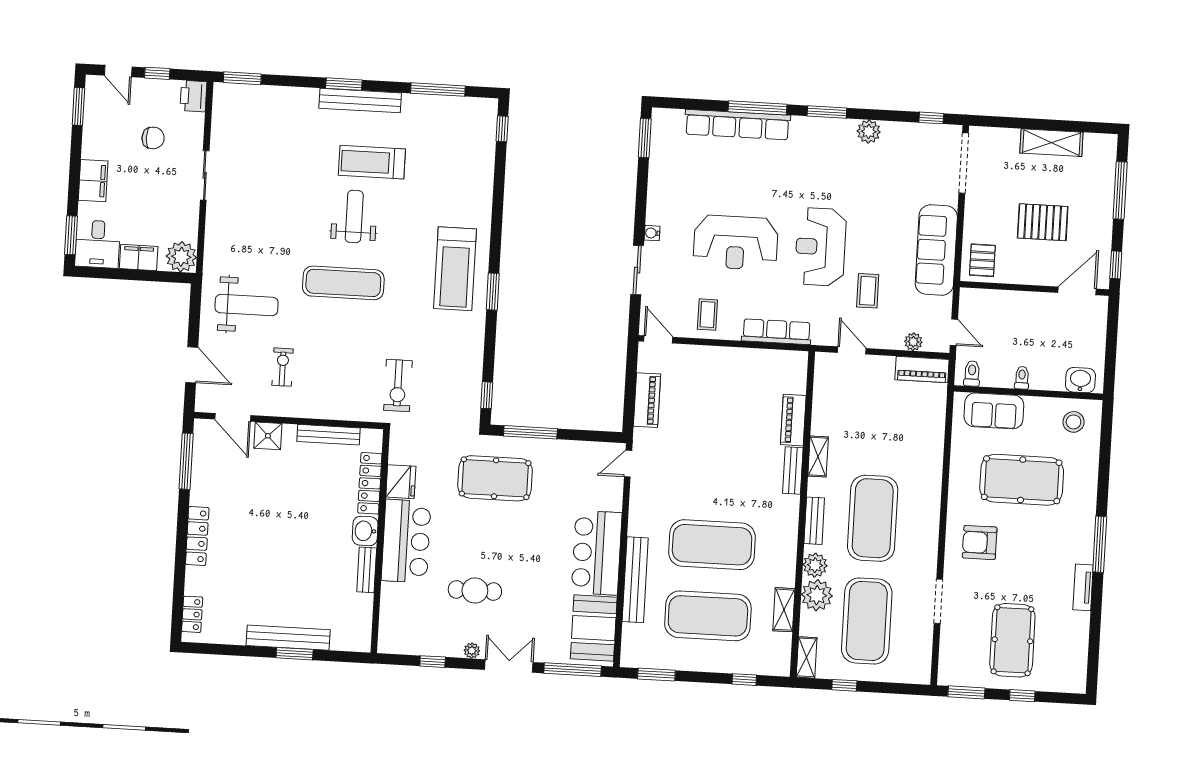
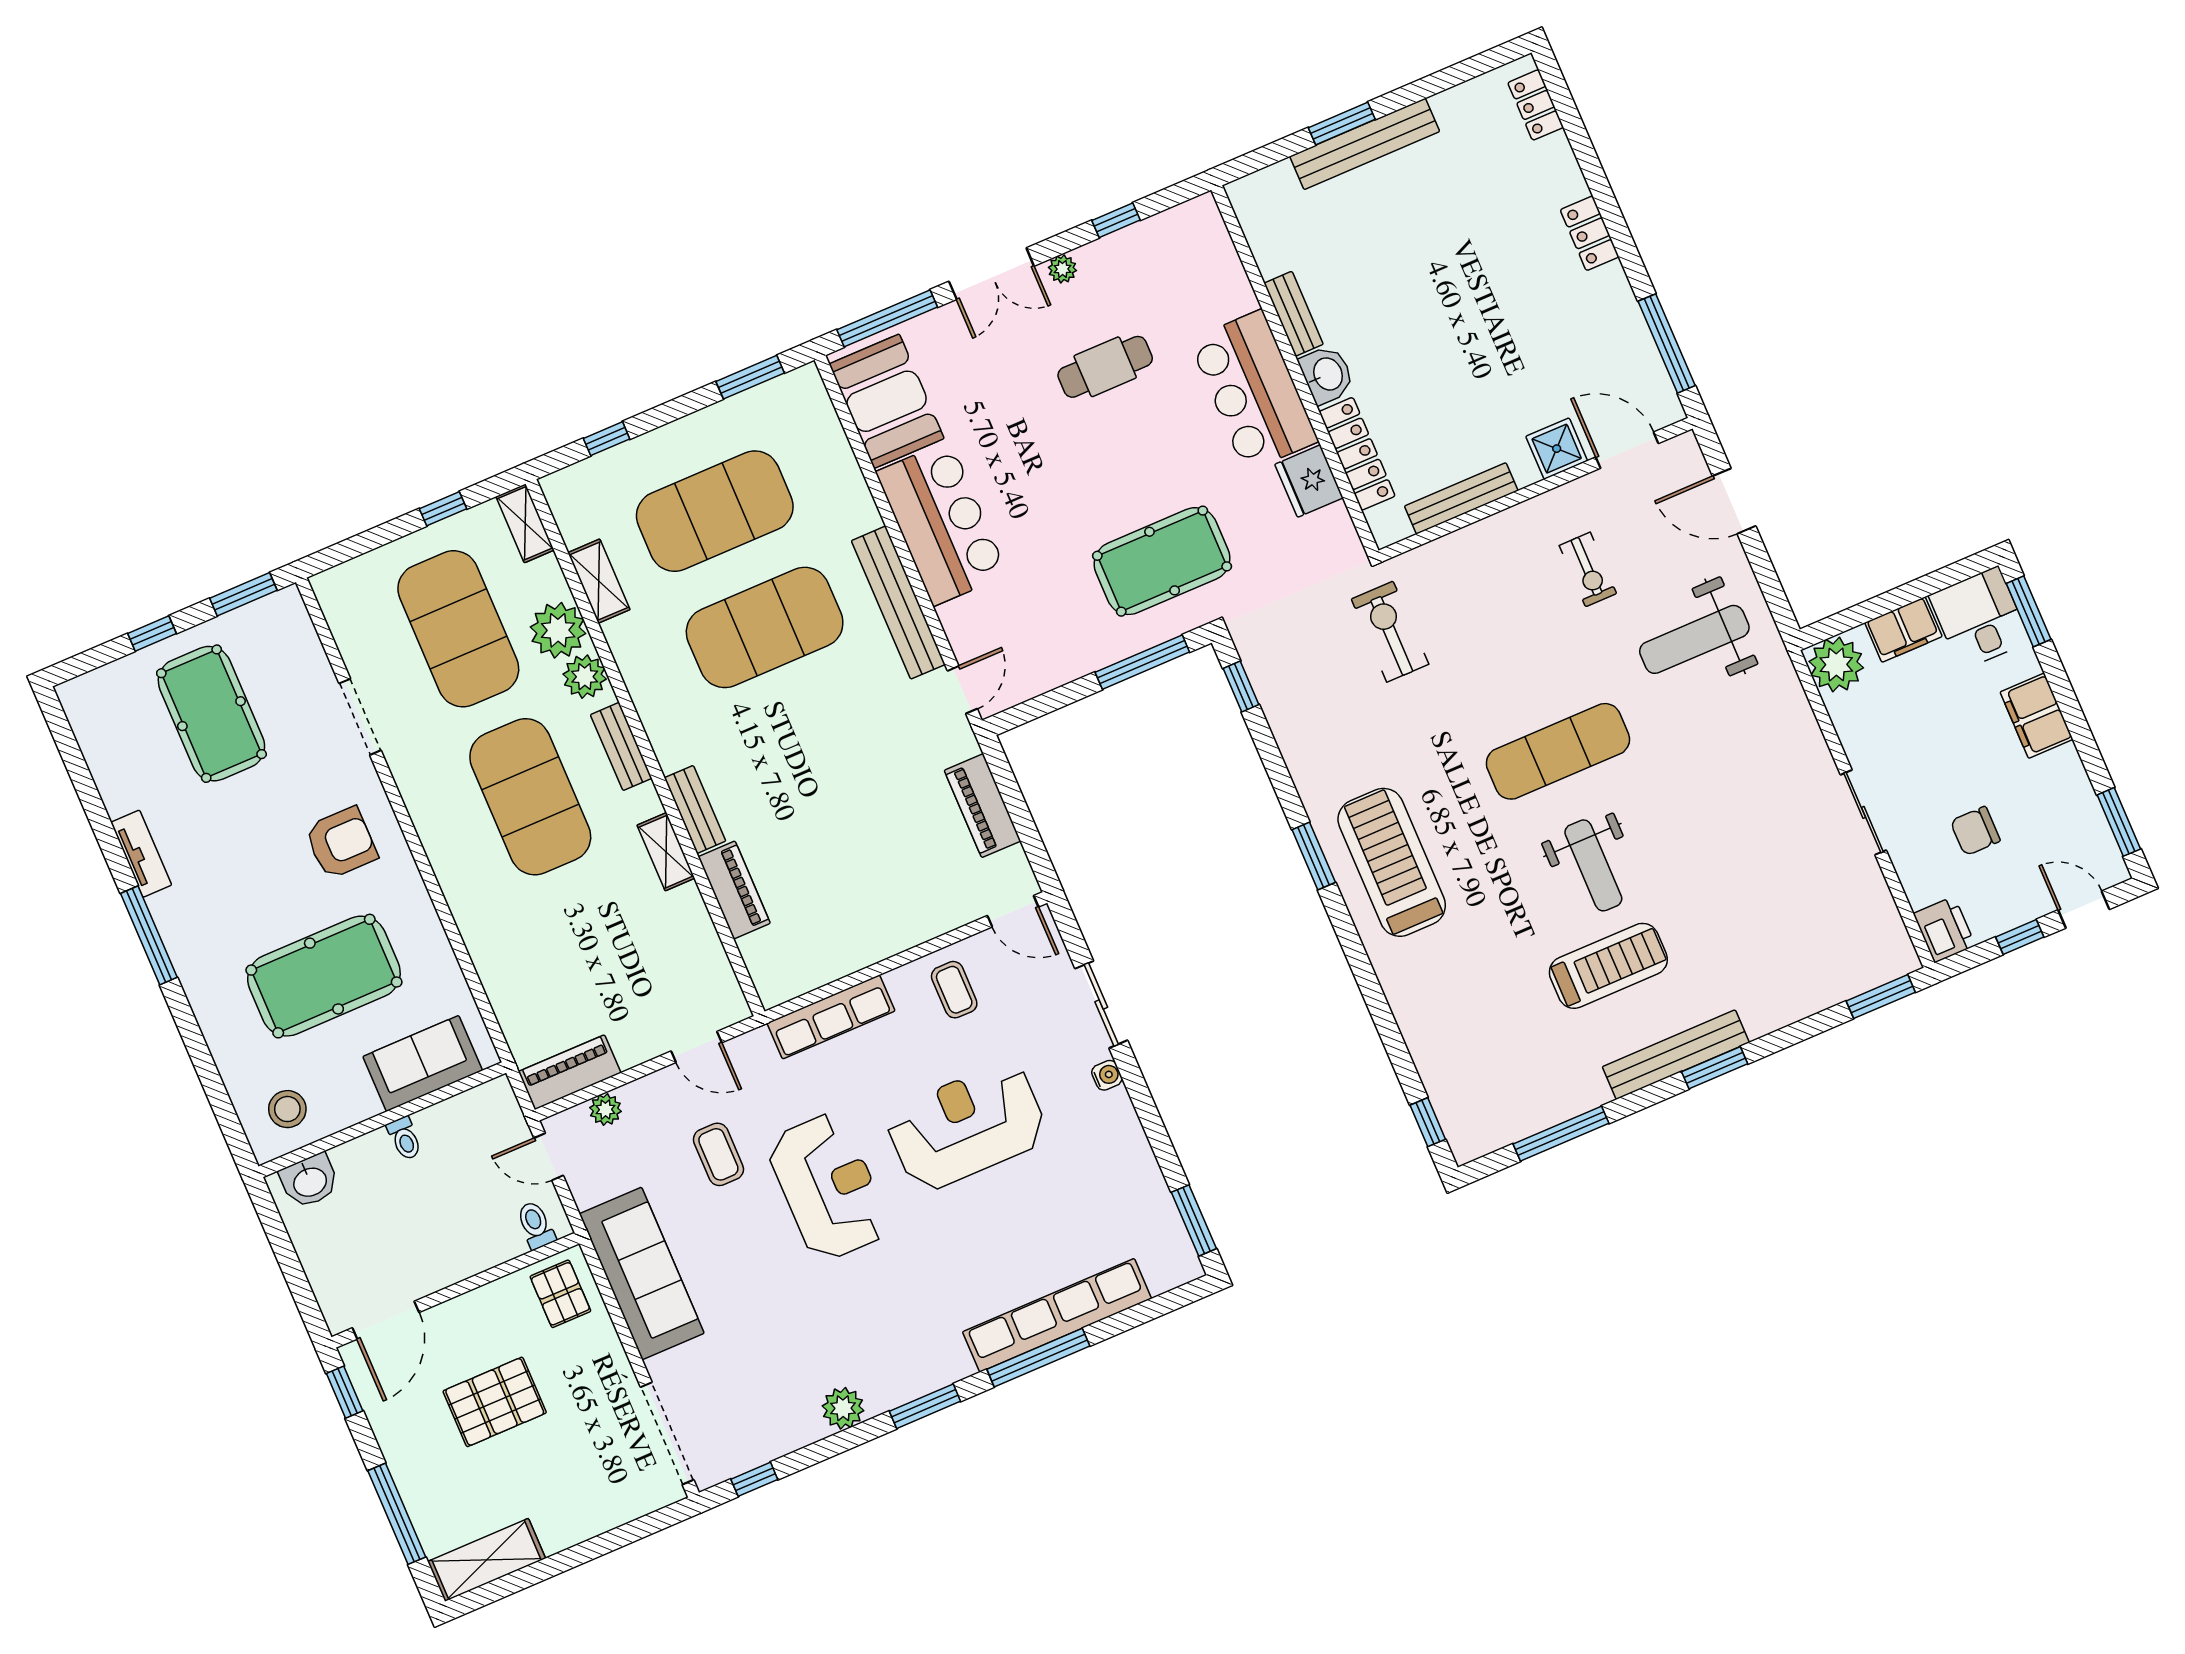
shelving: (1051, 143) -> (487, 1560), moved
toilet: (972, 373) -> (536, 1225), moved, turned 180
locker: (197, 536) -> (1590, 233), width x0.66
bench: (635, 580) -> (898, 603), moved

